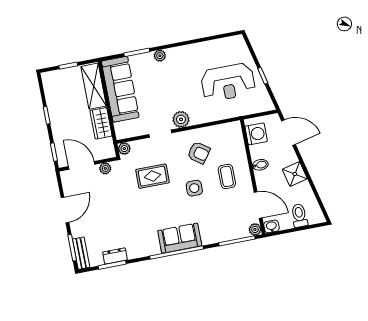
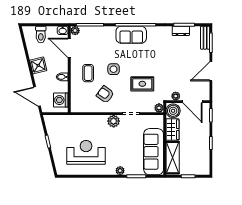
reception desk: (228, 82) -> (86, 152), moved
boiler: (105, 148) -> (173, 111), added

